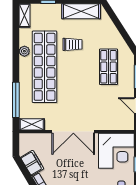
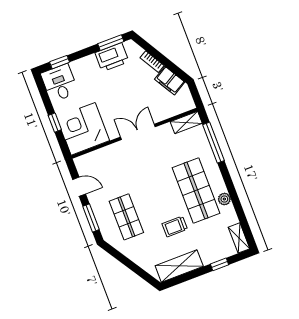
shop shelf: (45, 67) -> (196, 190), width x0.71
double door: (73, 132) -> (138, 132), width x0.73

